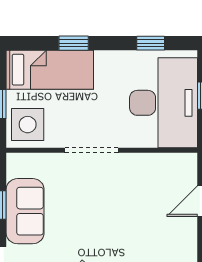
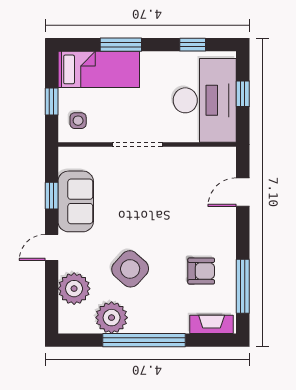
window: (74, 43) -> (121, 45), width x1.50
side table: (28, 125) -> (78, 121), width x0.54, depth x0.54

